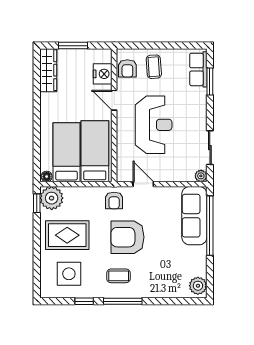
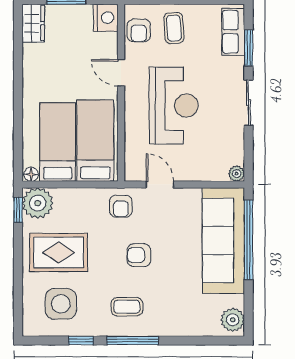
wardrobe: (48, 70) -> (33, 23), width x0.67
nightstand: (103, 74) -> (106, 18), moved
sliding door: (210, 148) -> (249, 103), moved
sofa: (194, 216) -> (223, 240), width x1.36, depth x1.27
armchair: (128, 237) -> (139, 255), width x0.53, depth x0.53

